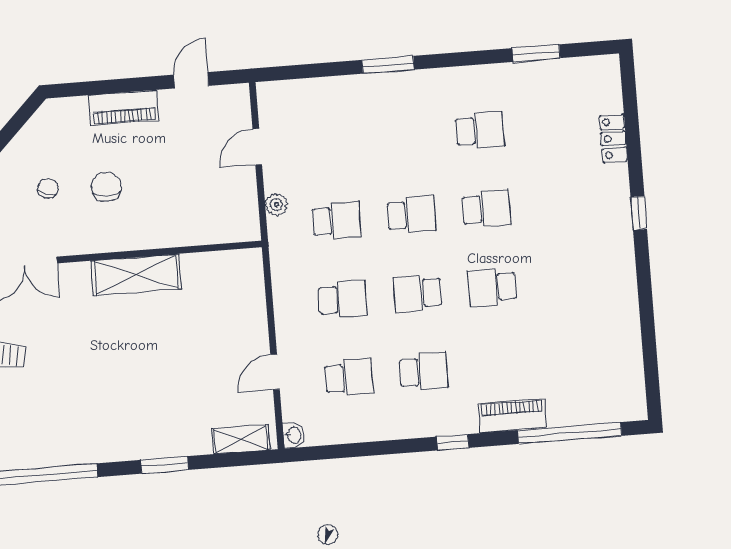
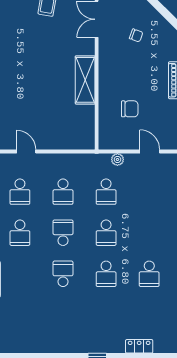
chair: (106, 187) -> (130, 109), moved

